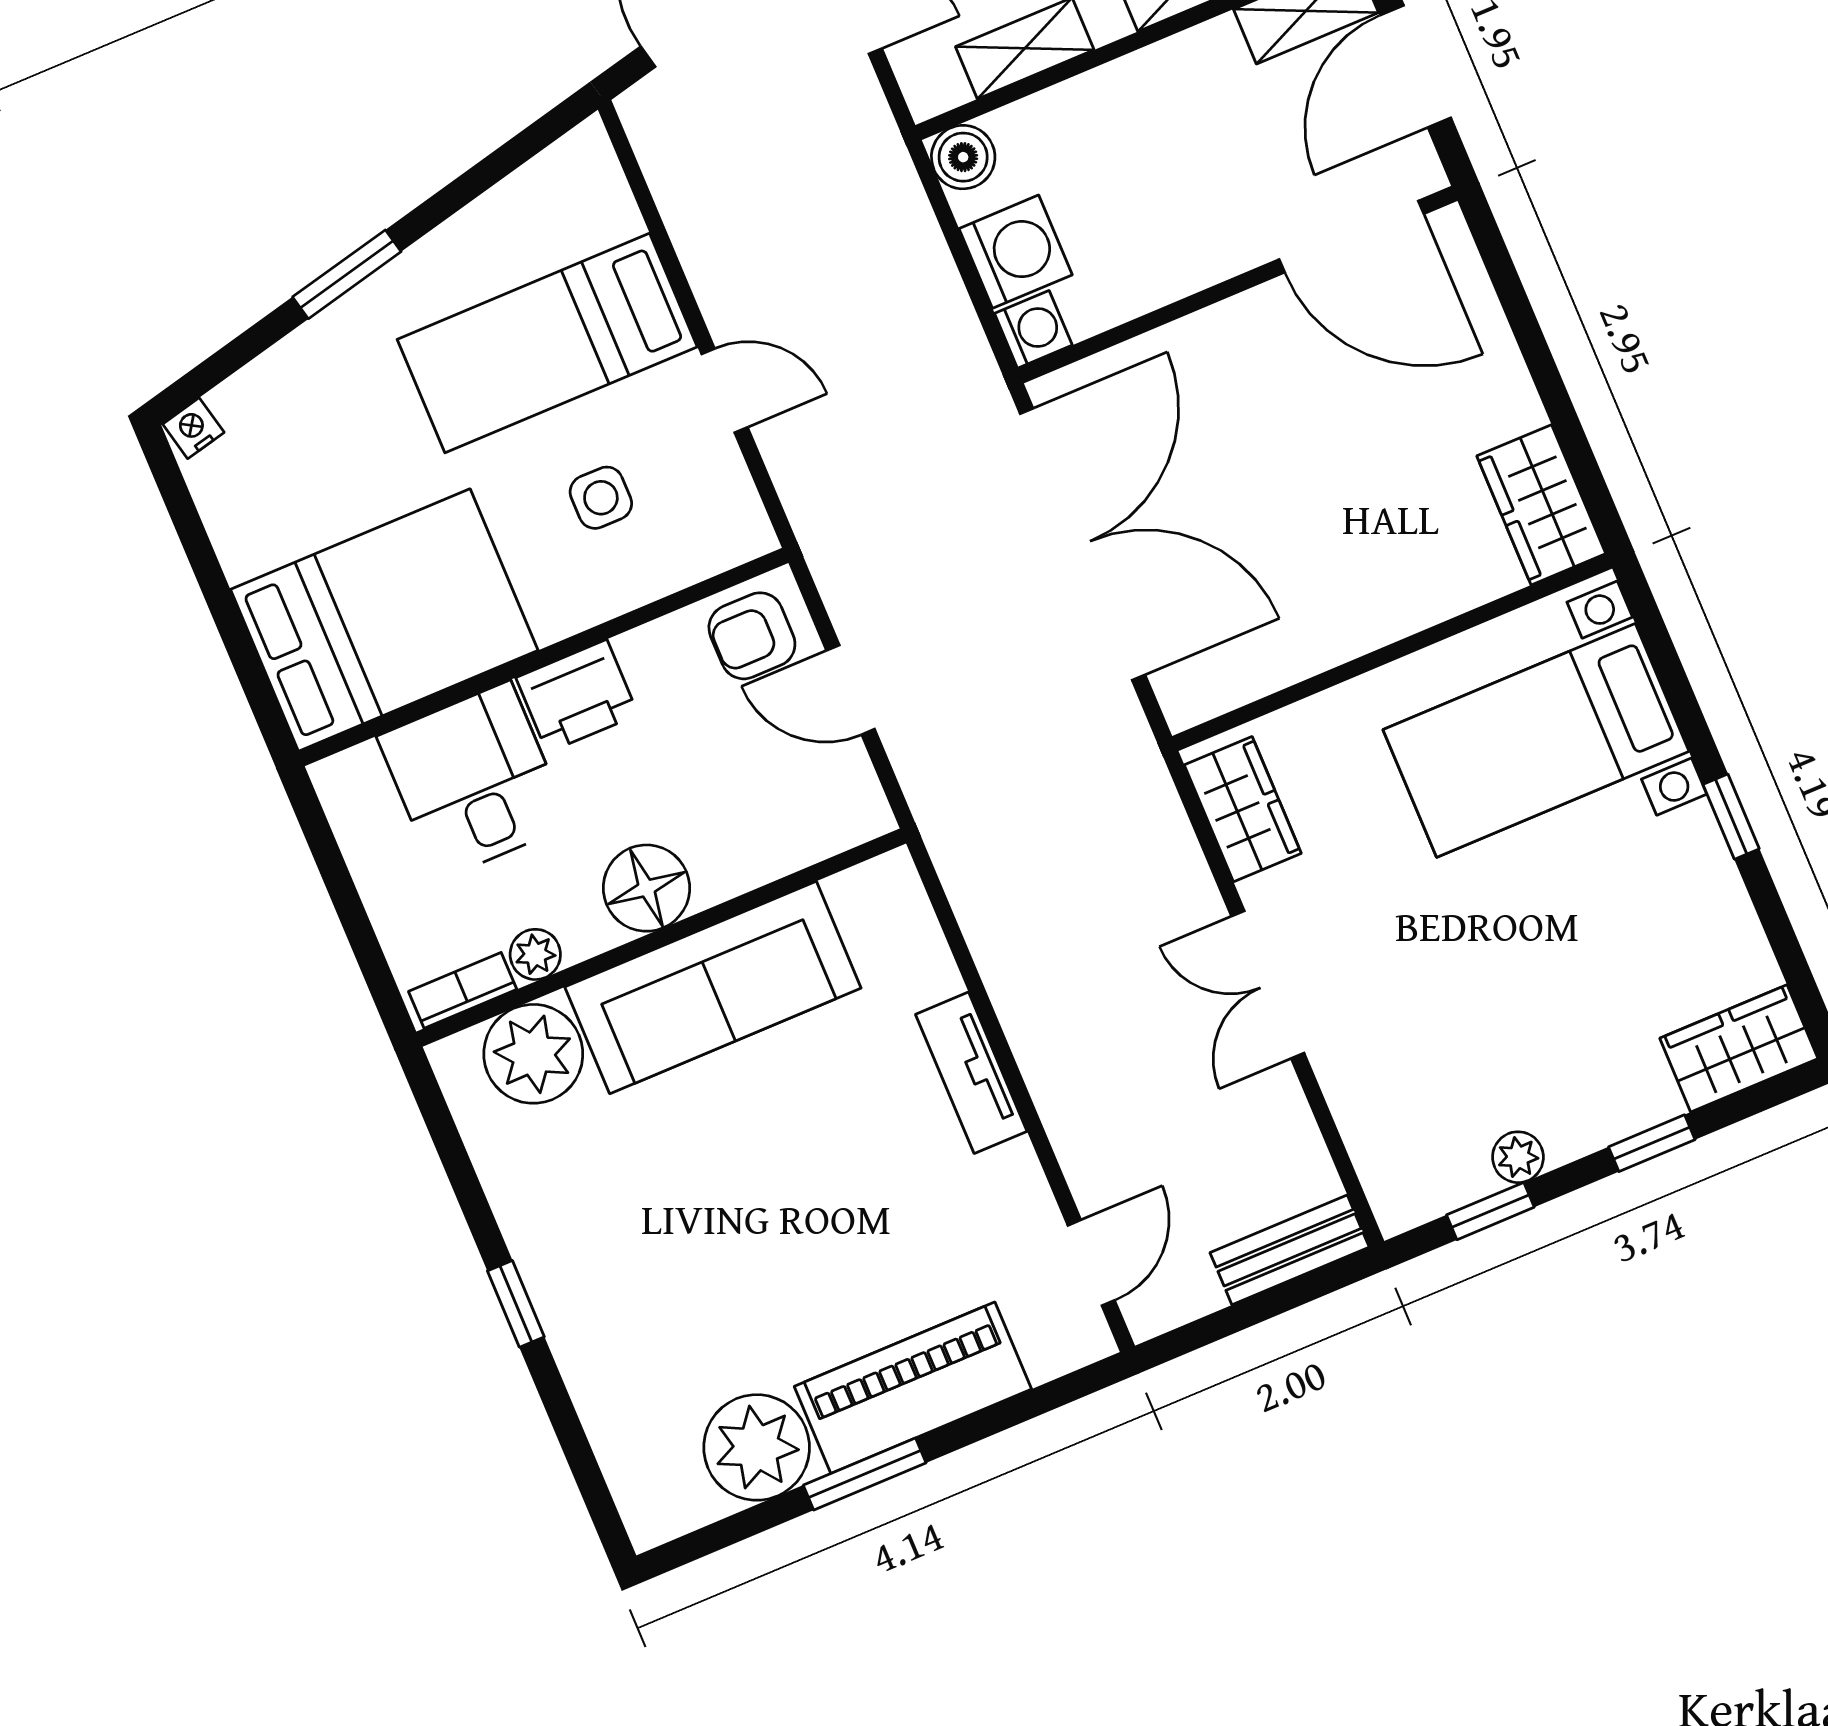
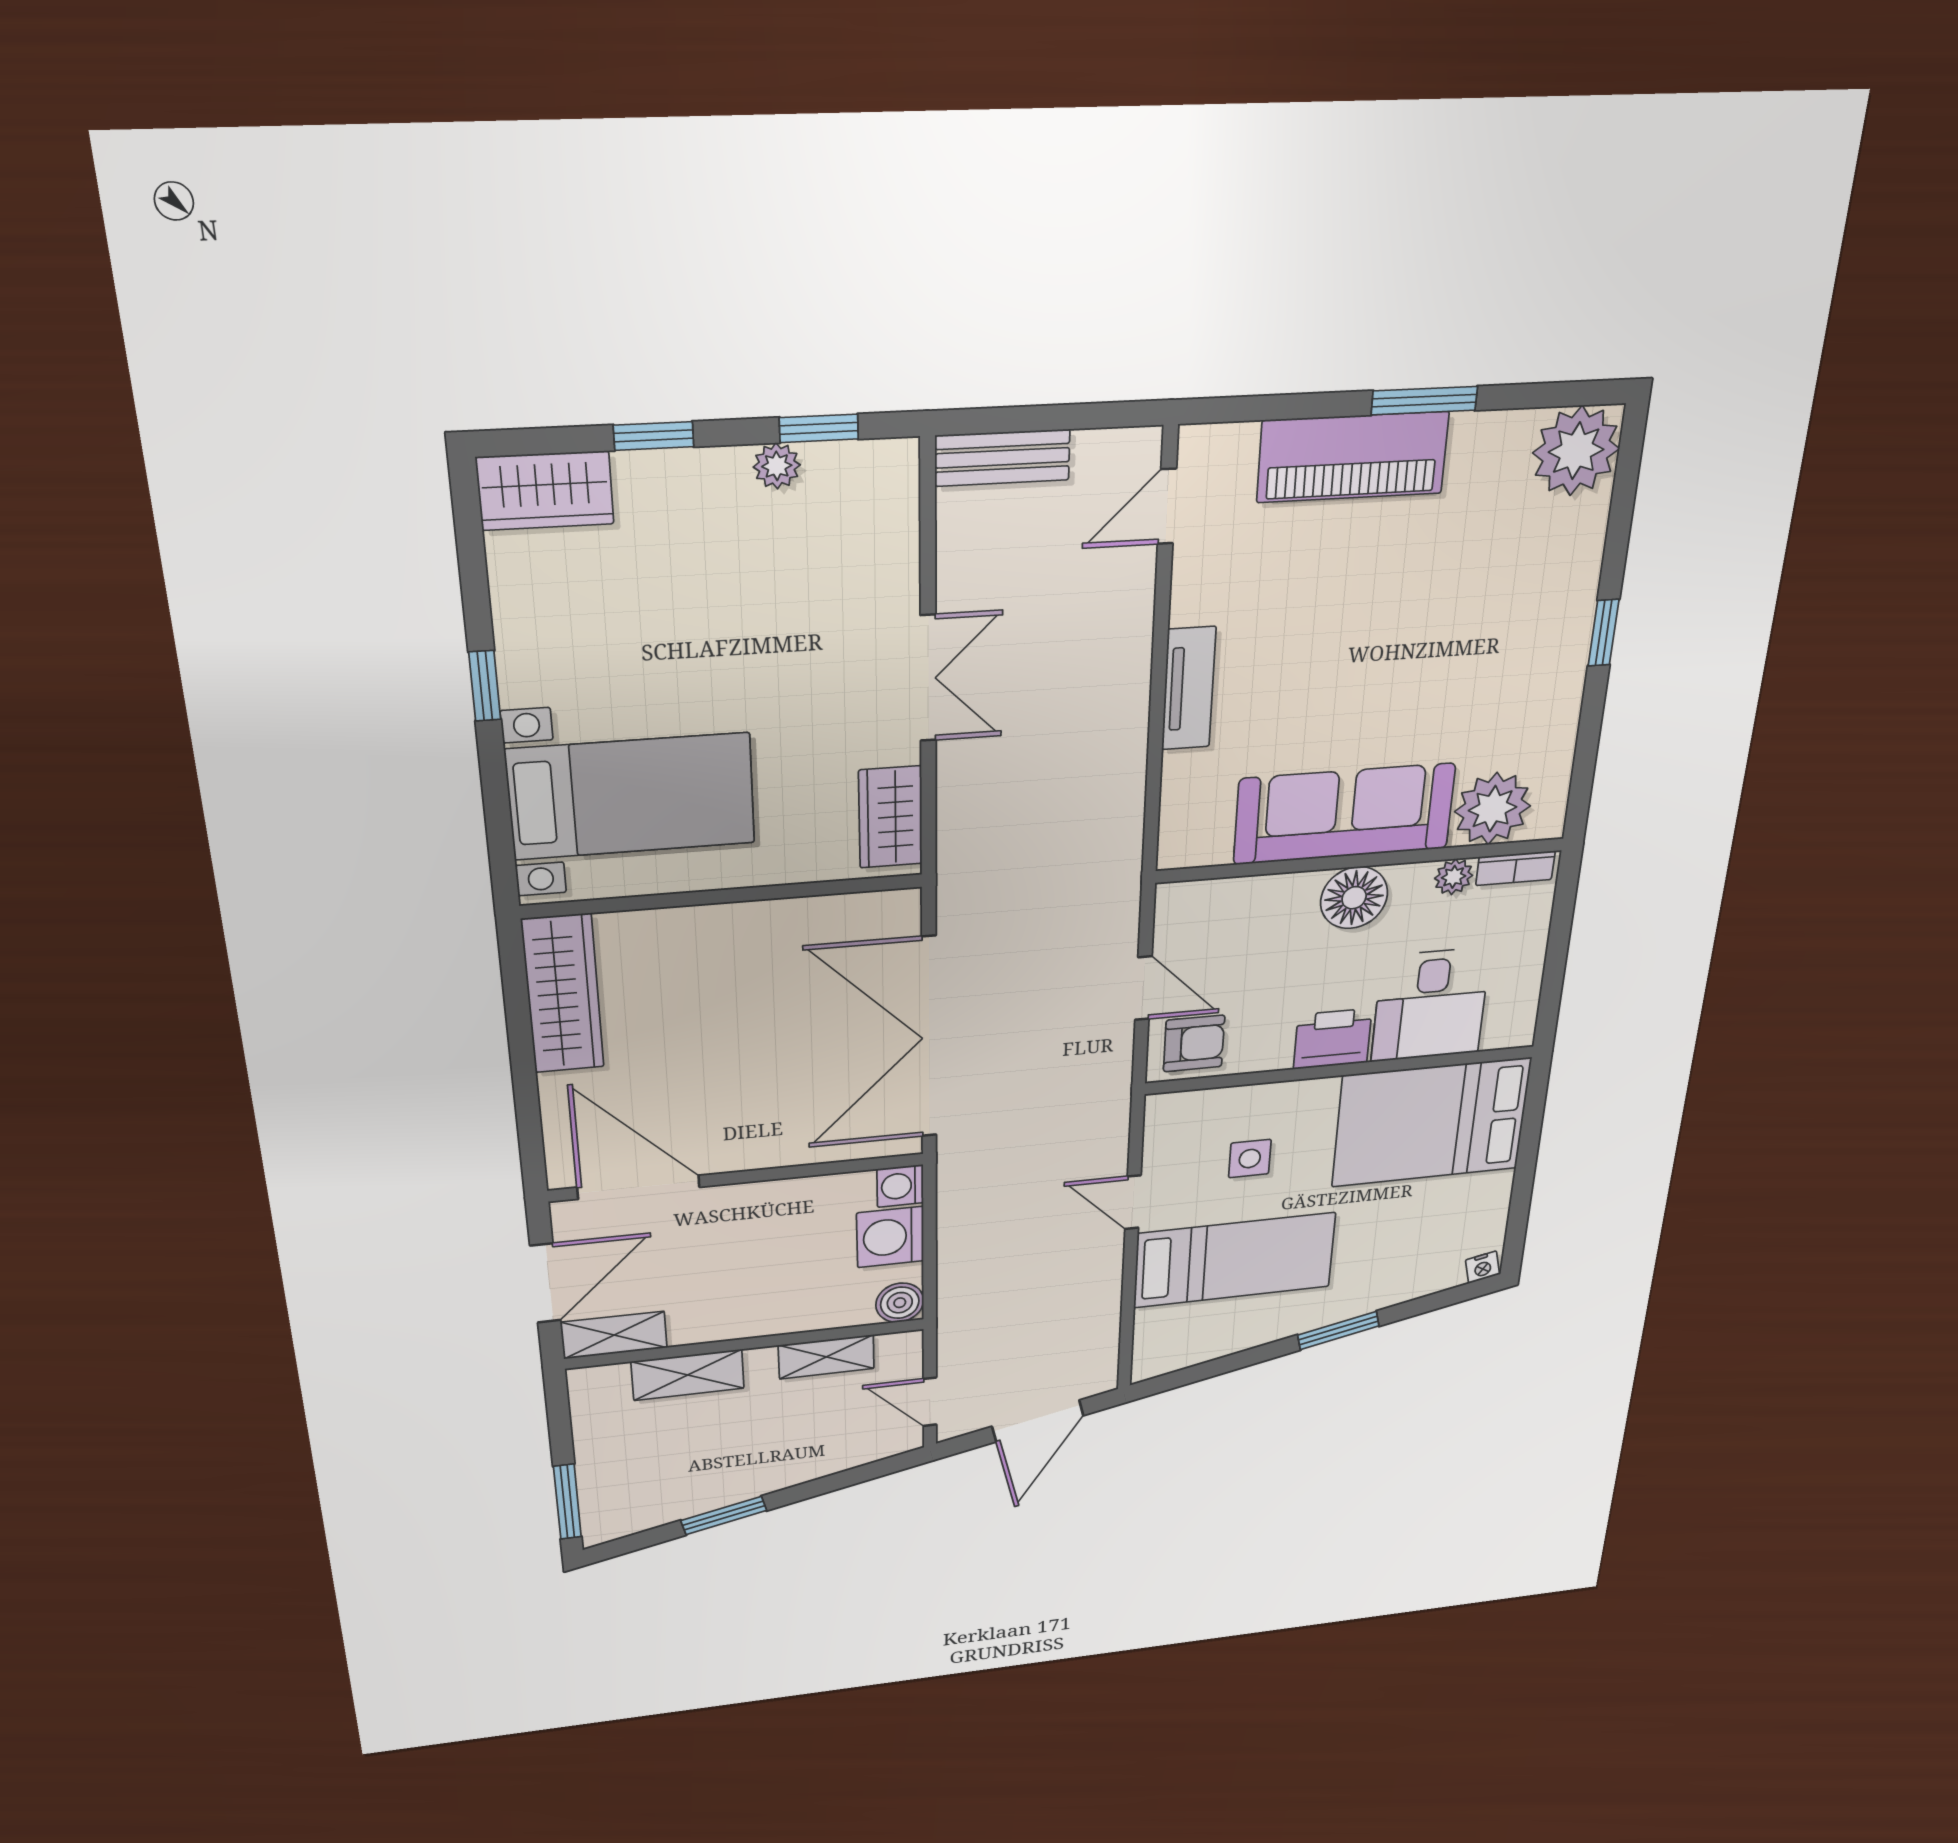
wardrobe: (1541, 505) -> (563, 994), width x1.50
plant: (757, 1447) -> (1576, 451), moved

